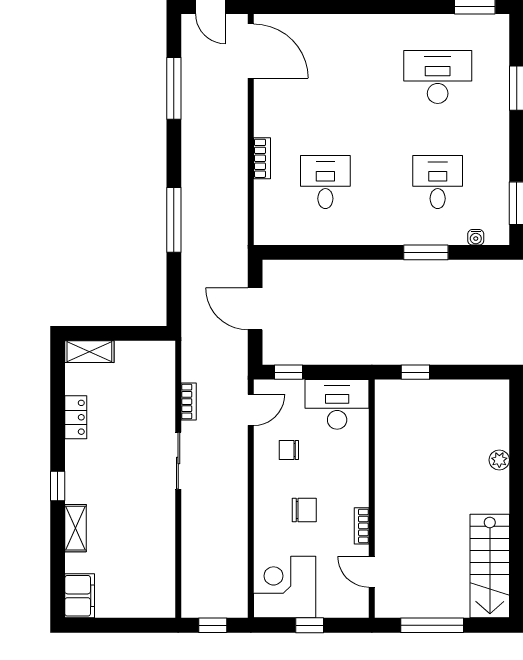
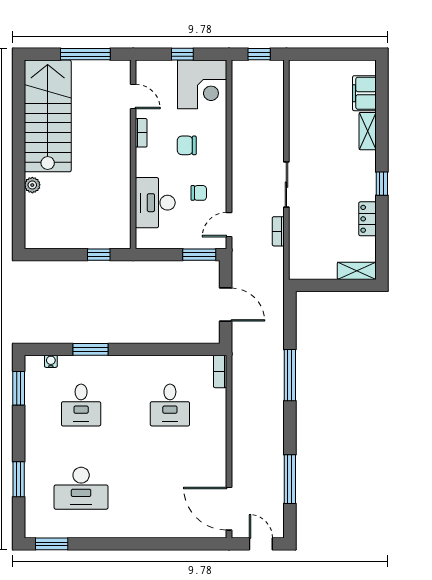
bookcase: (262, 158) -> (220, 371), moved
window: (288, 372) -> (199, 255), width x1.50
desk: (337, 404) -> (155, 203), moved, turned 90
window: (58, 486) -> (382, 184), moved
stairs: (490, 566) -> (48, 116), width x1.36, depth x1.51
filing cabinet: (80, 596) -> (364, 93), moved

